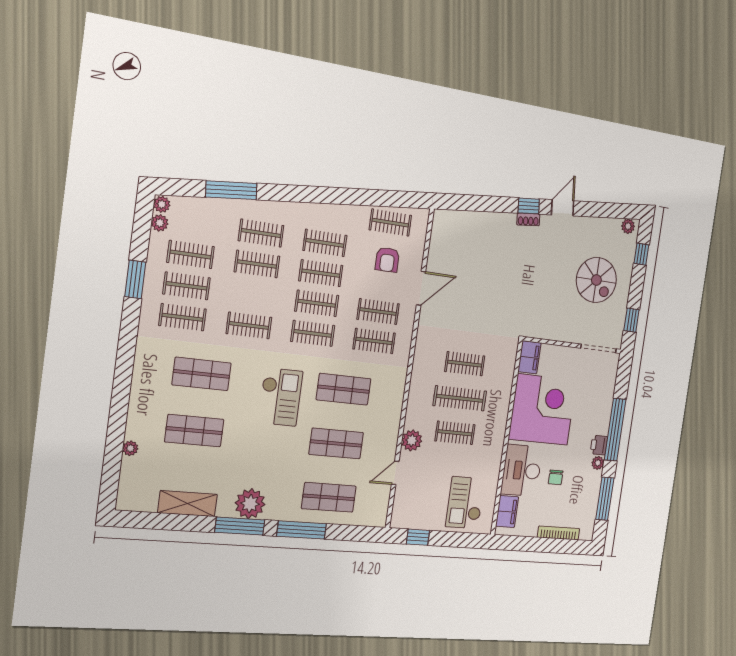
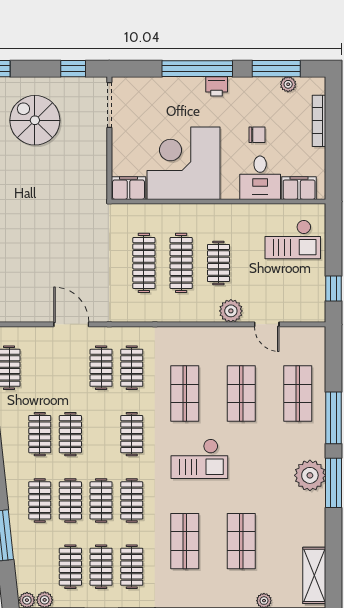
armchair: (387, 260) -> (47, 366), removed
spiral stairs: (596, 280) -> (35, 120), turned -90
clothes rail: (317, 303) -> (101, 500), moved
clothes rail: (465, 364) -> (144, 263), width x1.36
checkout: (280, 397) -> (199, 459), turned 180
plant: (598, 463) -> (288, 84), moved
desk: (522, 470) -> (260, 178), width x0.73
shelving: (188, 504) -> (314, 575), moved

